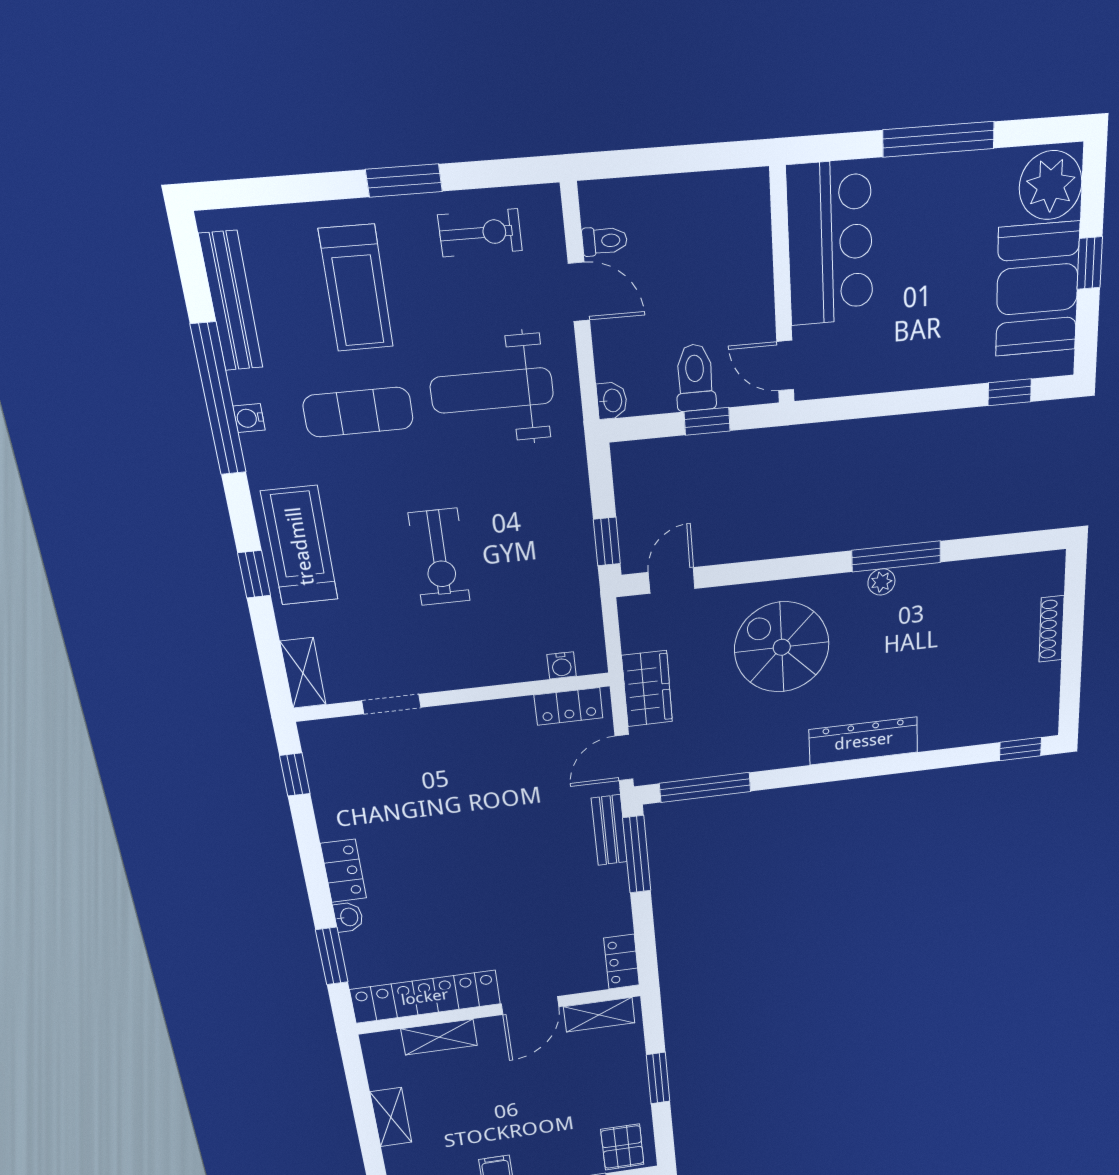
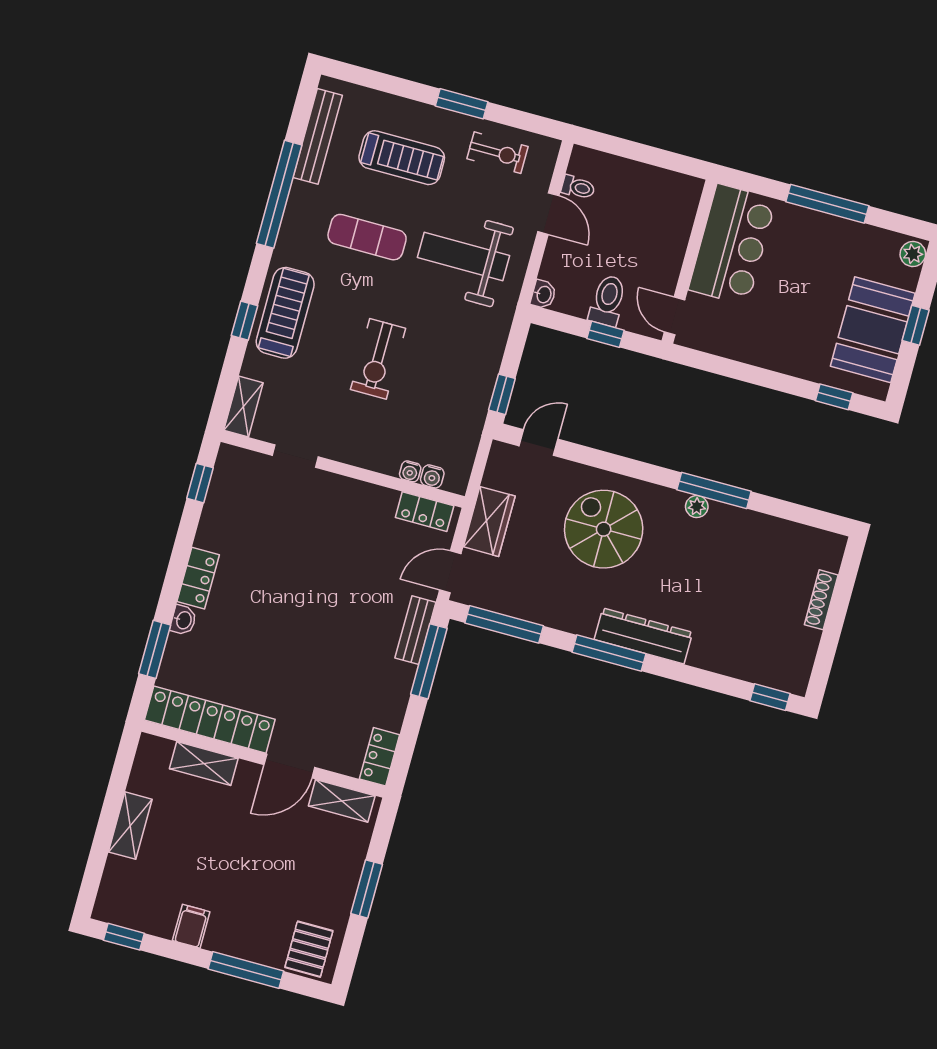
plant: (1051, 185) -> (913, 254), width x0.53, depth x0.53
treadmill: (356, 288) -> (402, 158), turned -90
water cooler: (249, 418) -> (410, 471), moved, turned -90
window: (831, 772) -> (609, 653), added

